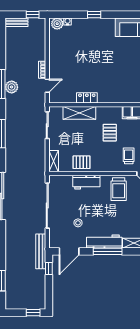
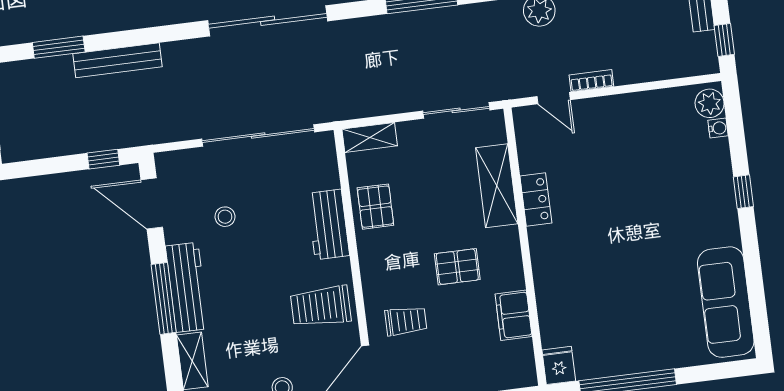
bench: (41, 251) -> (118, 60), moved

